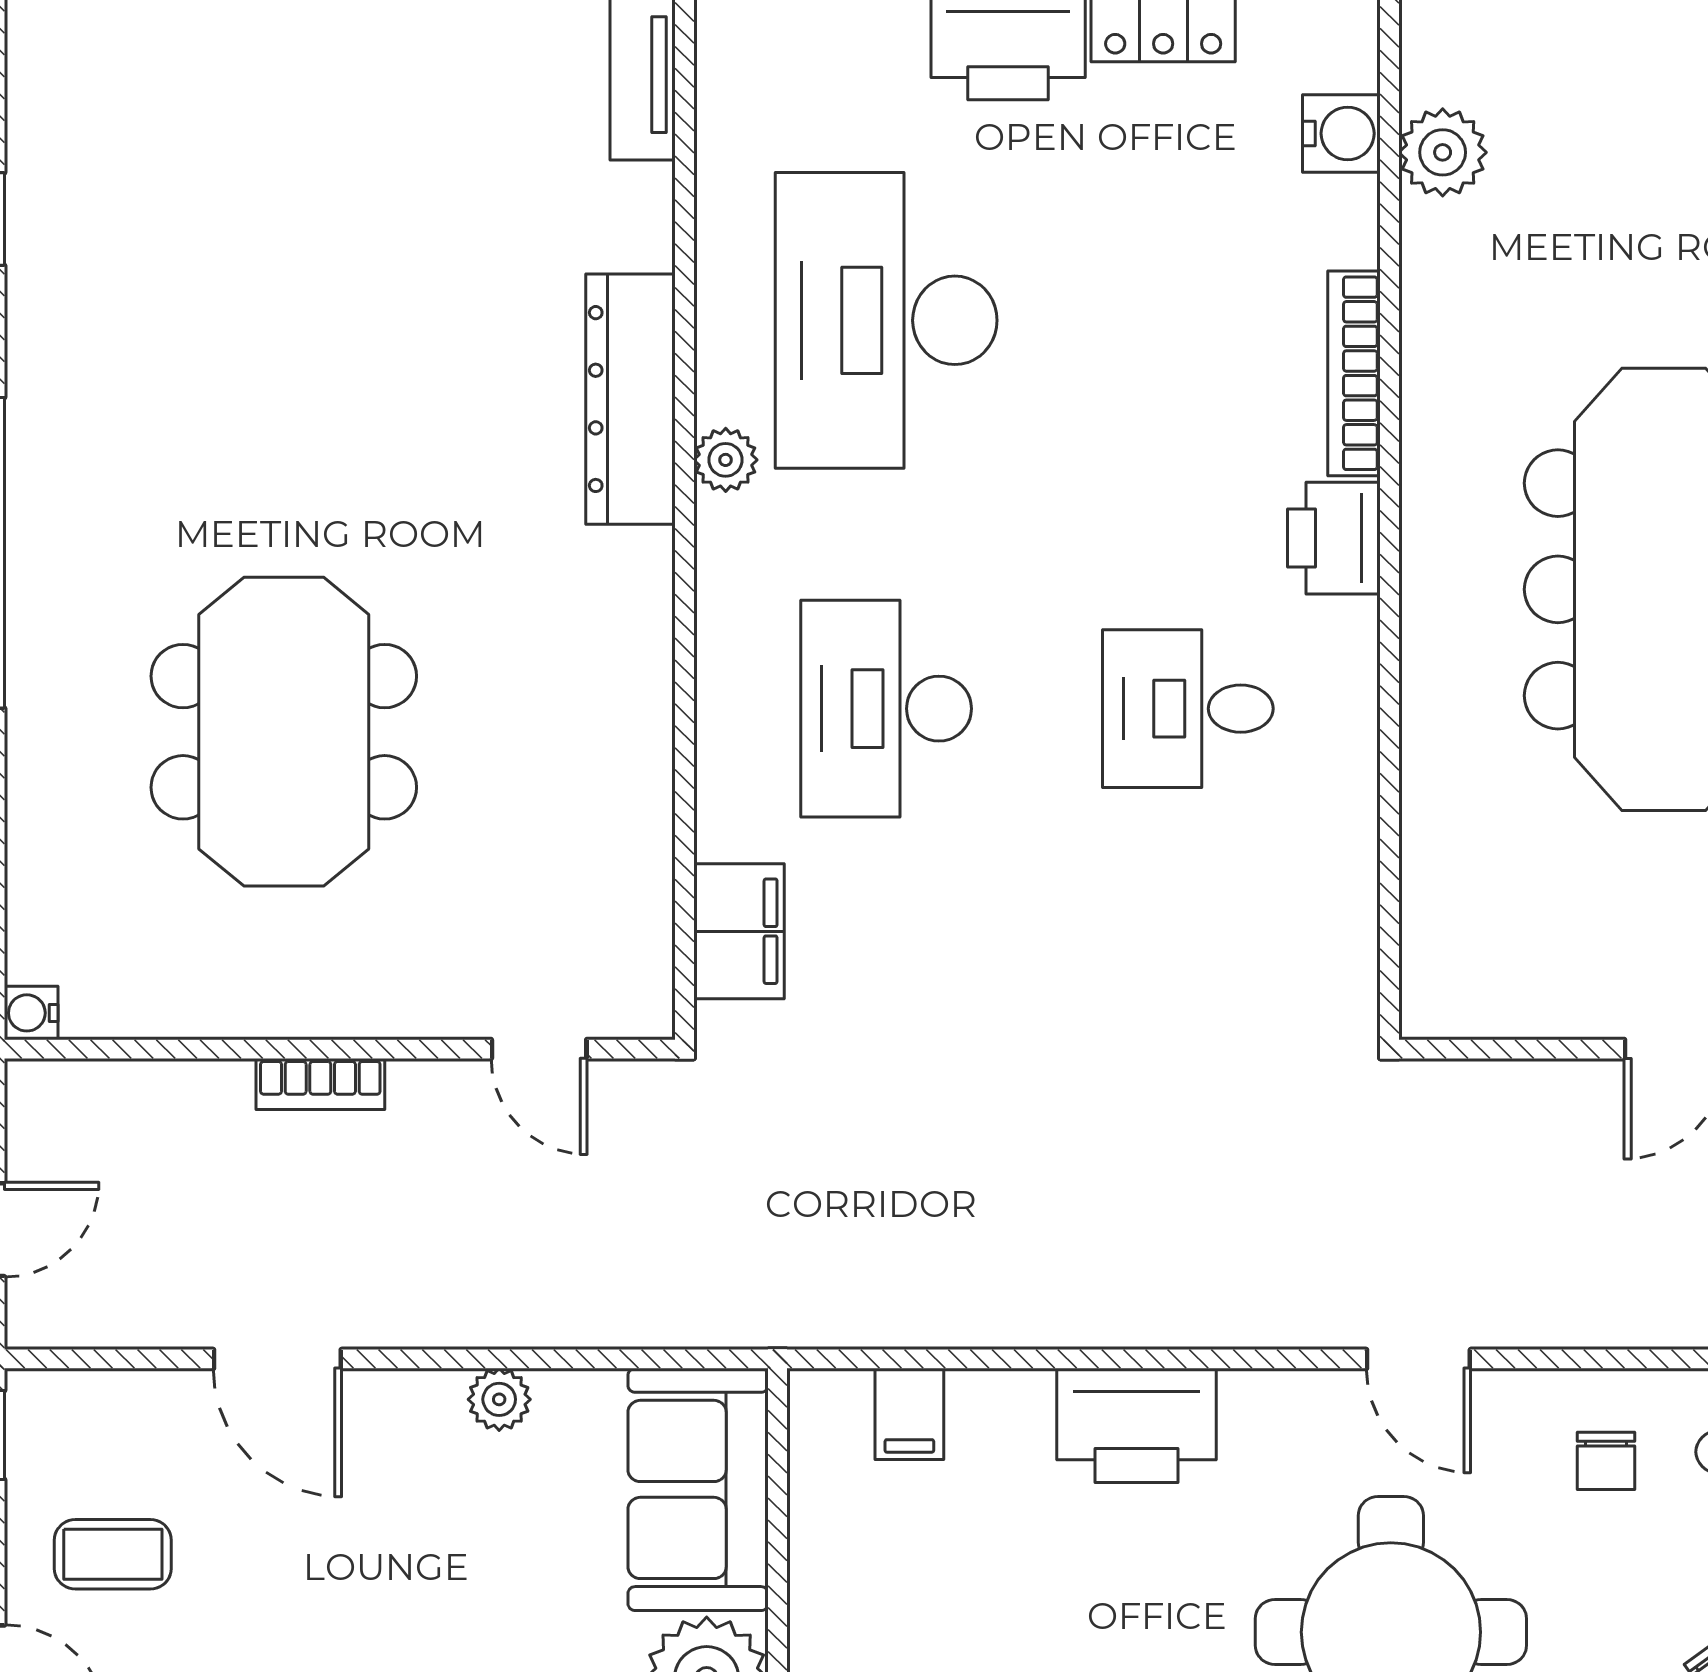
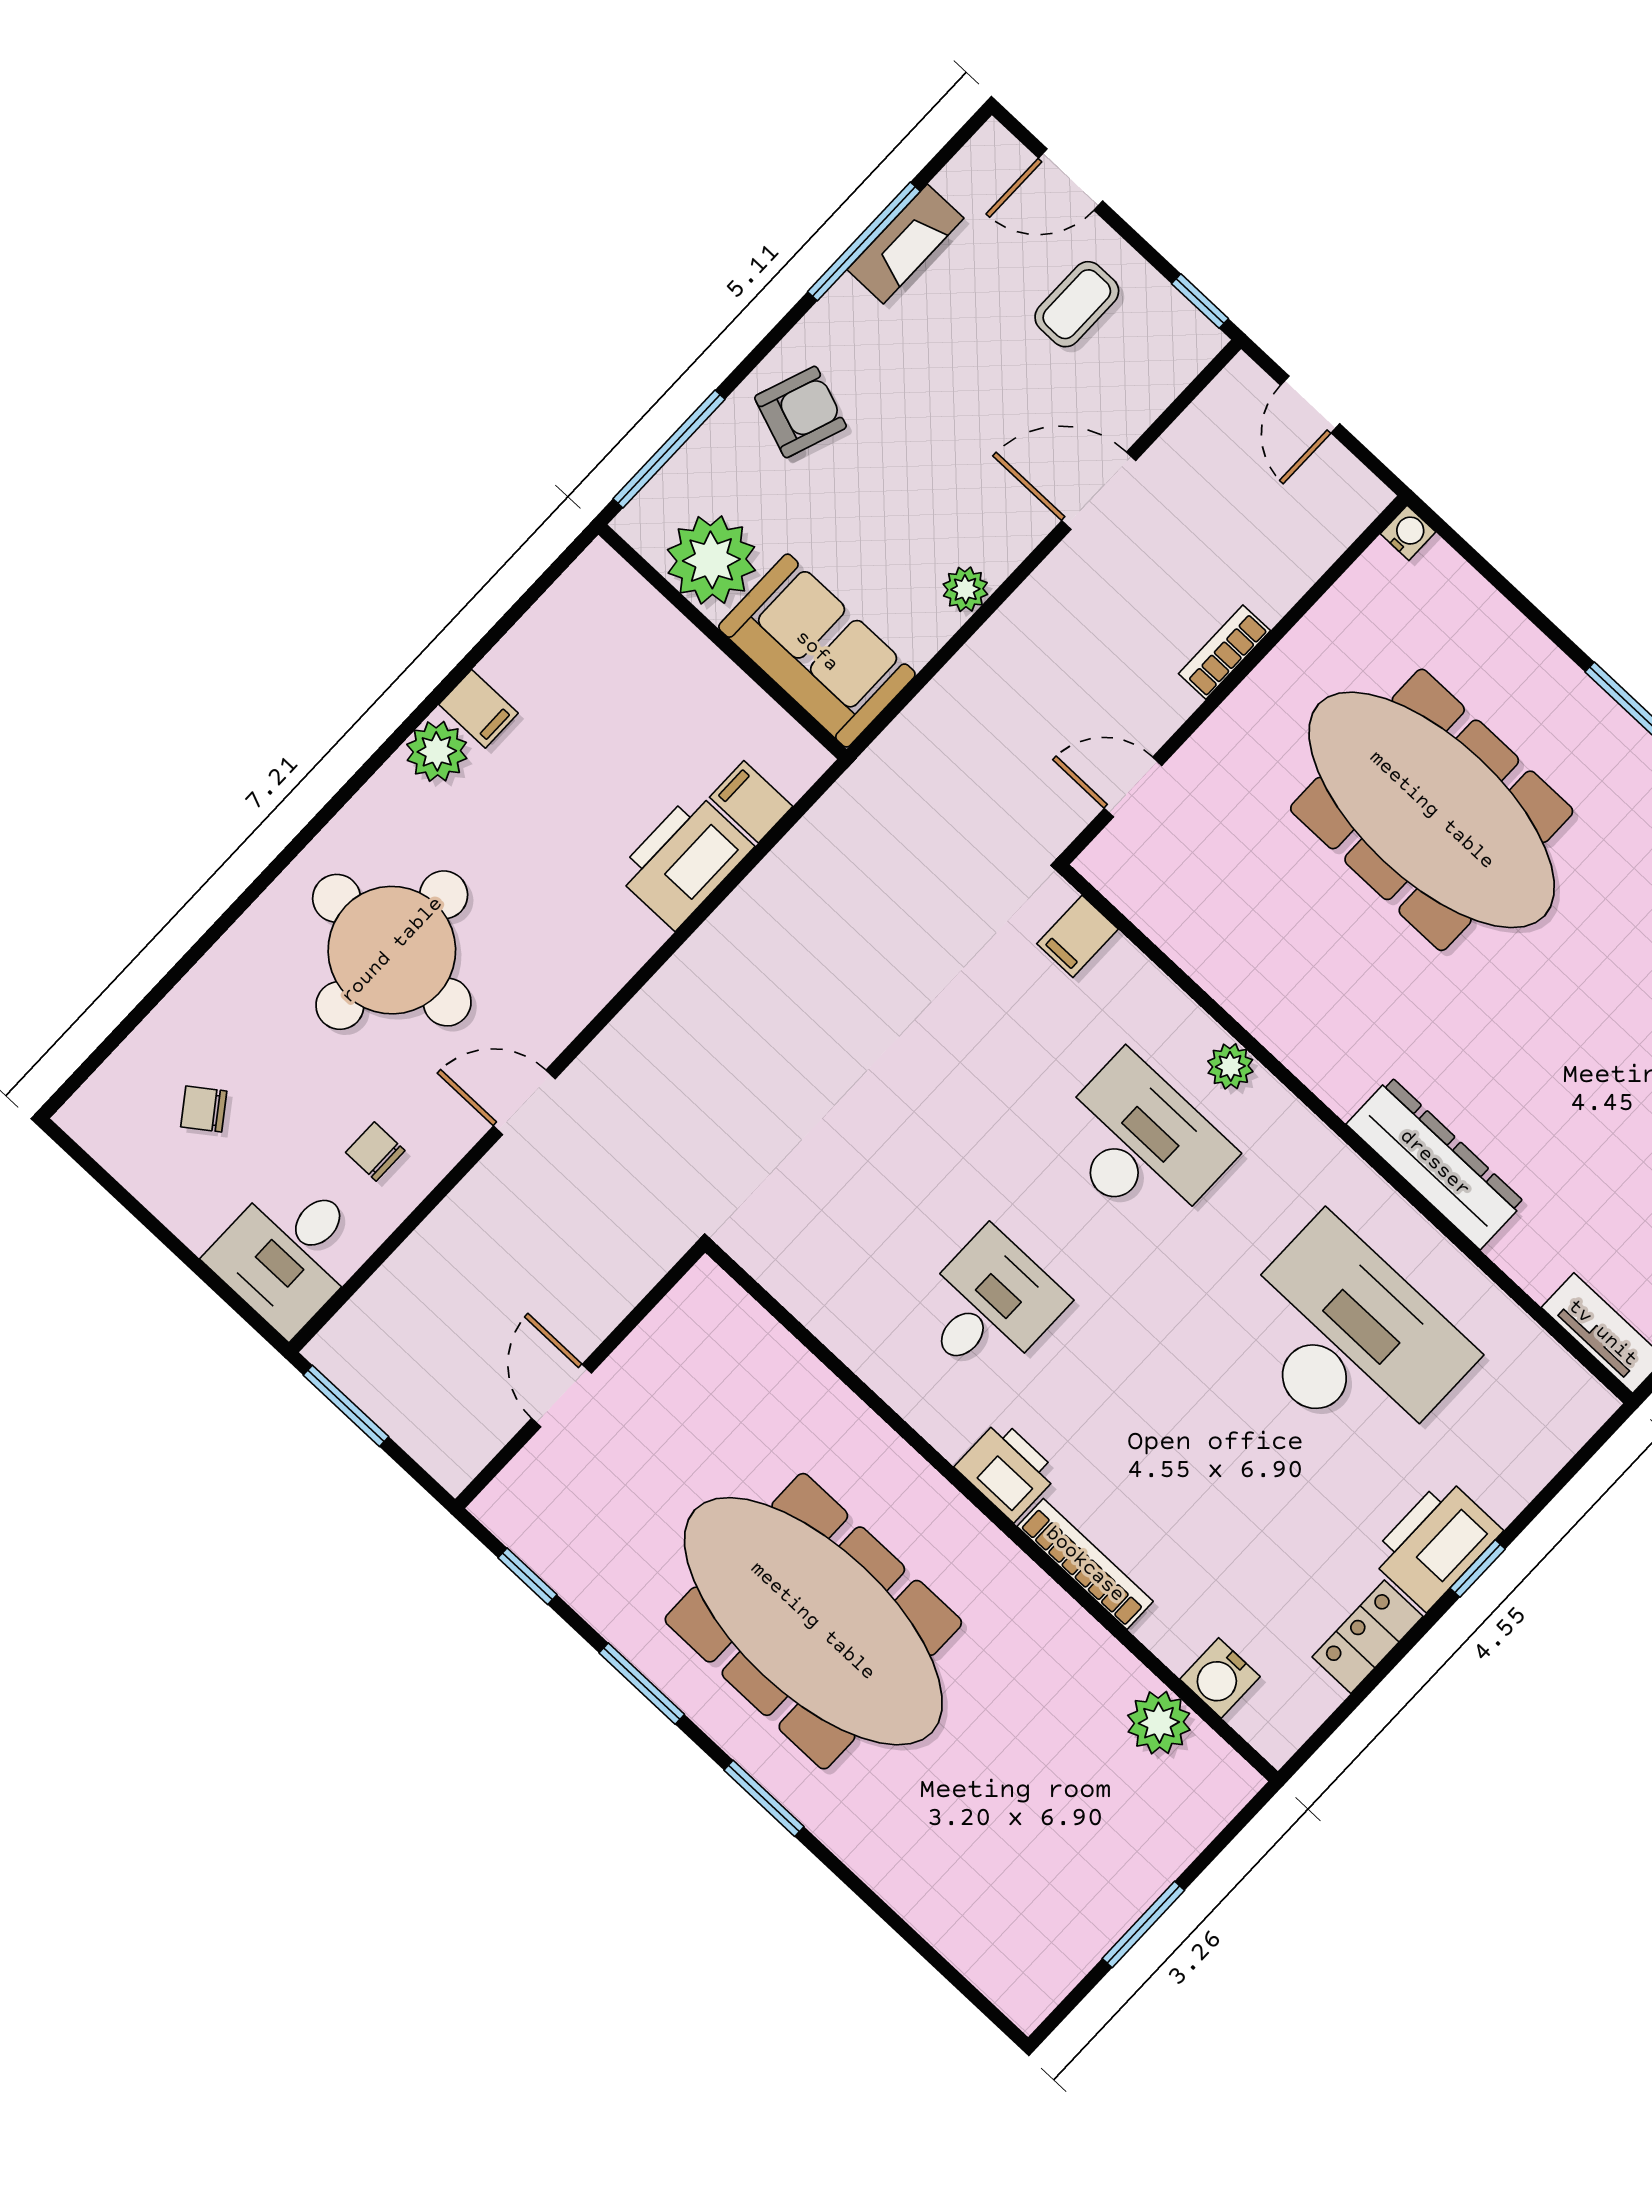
plant: (726, 460) -> (1230, 1066), moved
meeting table: (284, 732) -> (1432, 810), width x1.36
filing cabinet: (739, 931) -> (1077, 936), width x0.50
printer: (1137, 1425) -> (684, 860), moved

